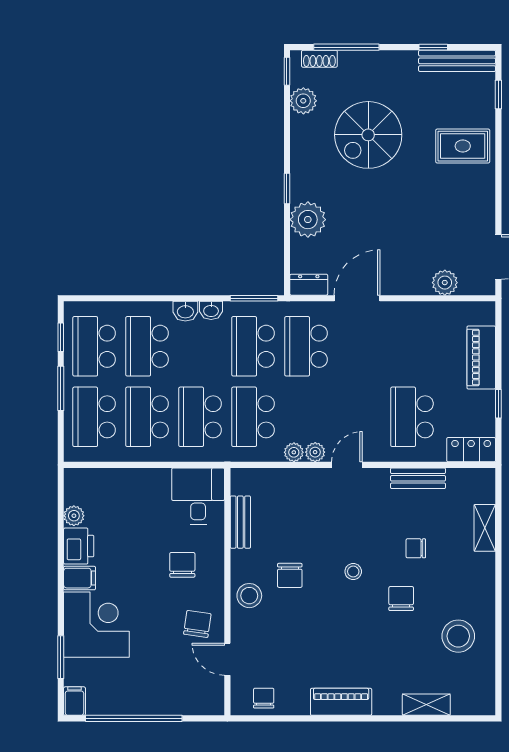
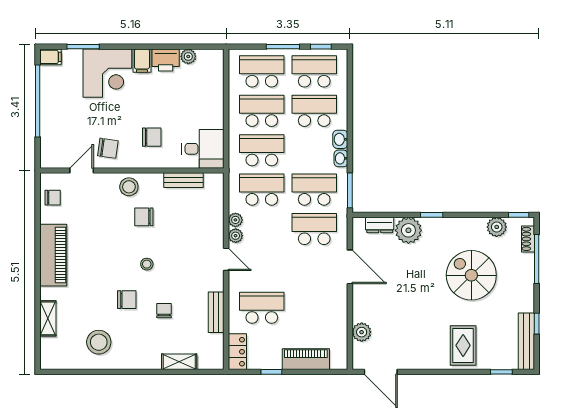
dresser: (309, 285) -> (380, 225), moved, turned 90
piano: (341, 702) -> (53, 255), width x1.37, depth x1.33

